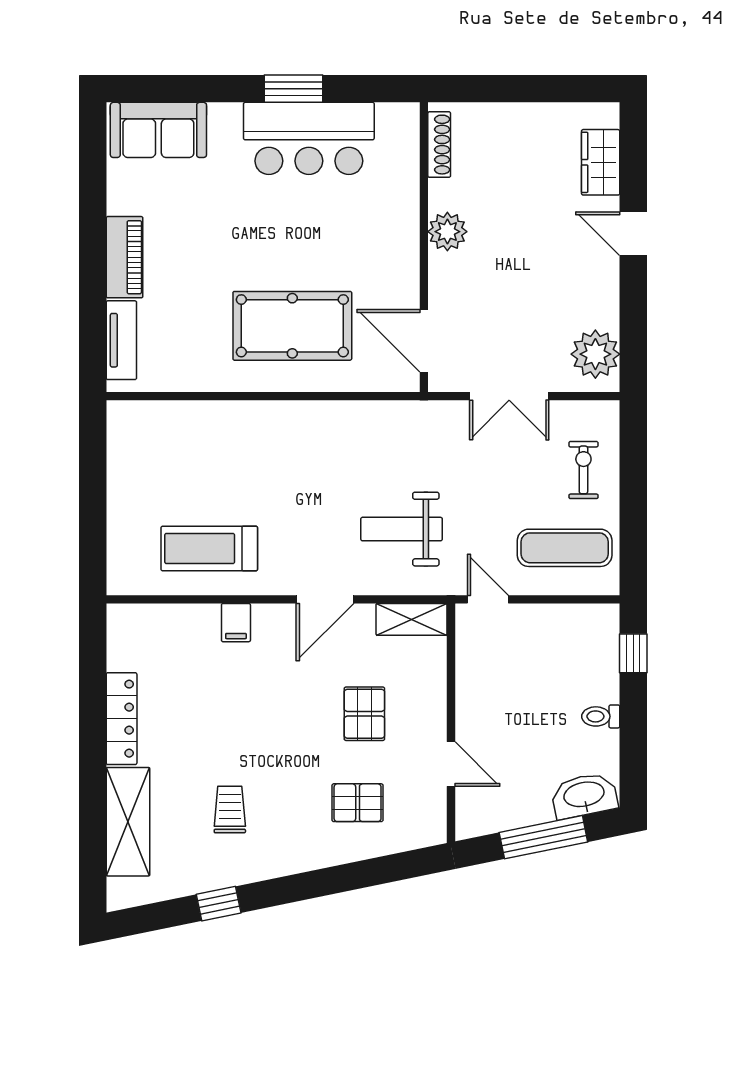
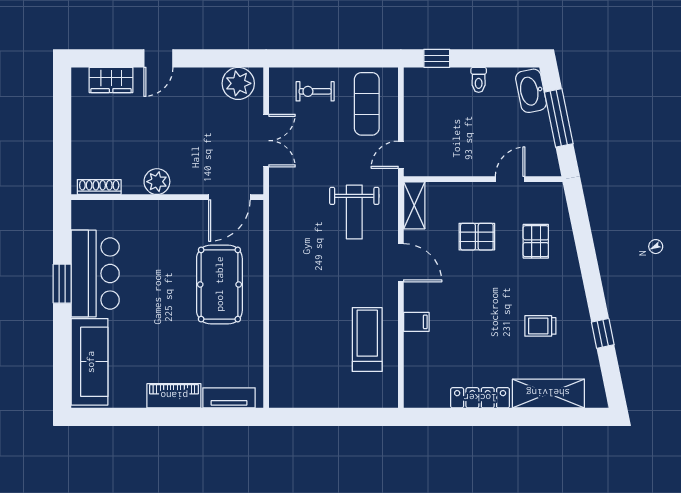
sofa: (158, 130) -> (90, 362), width x1.36
treadmill: (209, 548) -> (367, 340), turned 180

